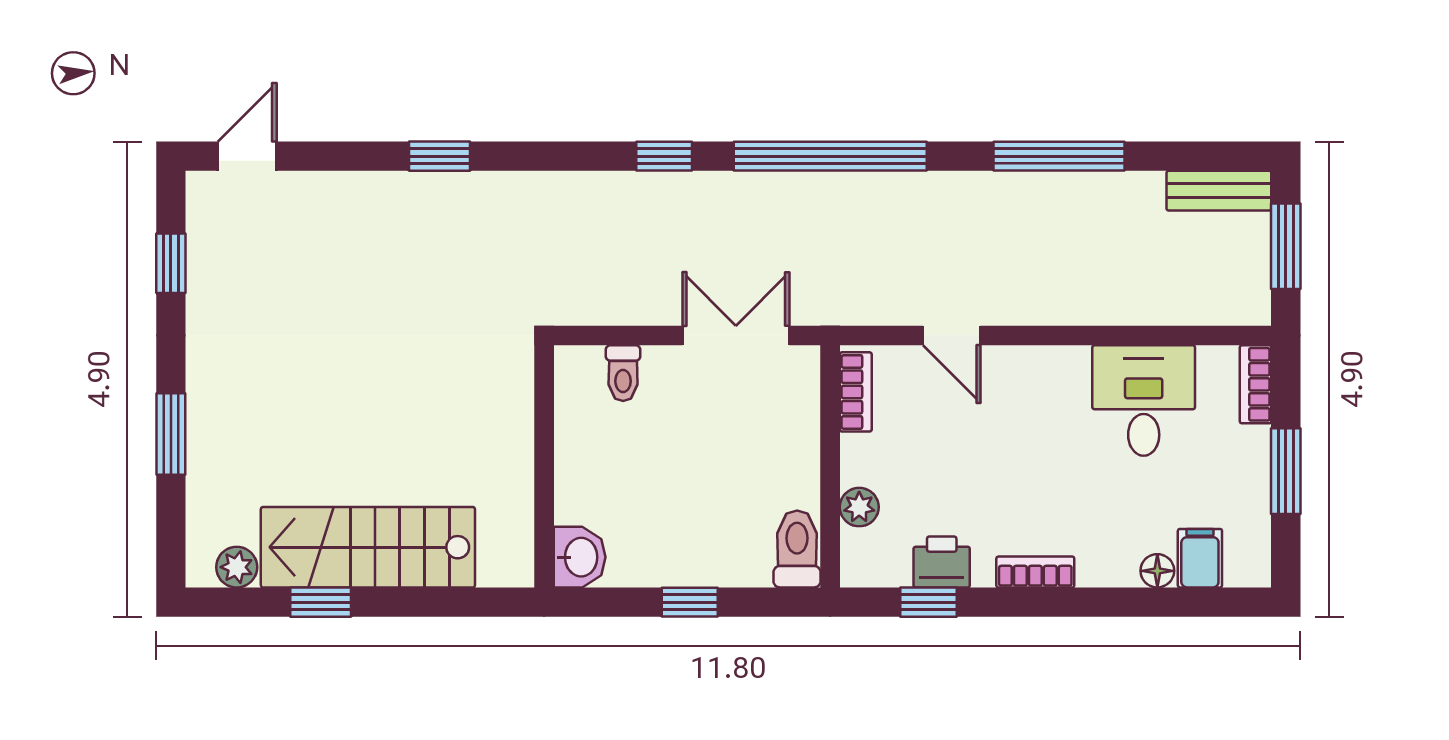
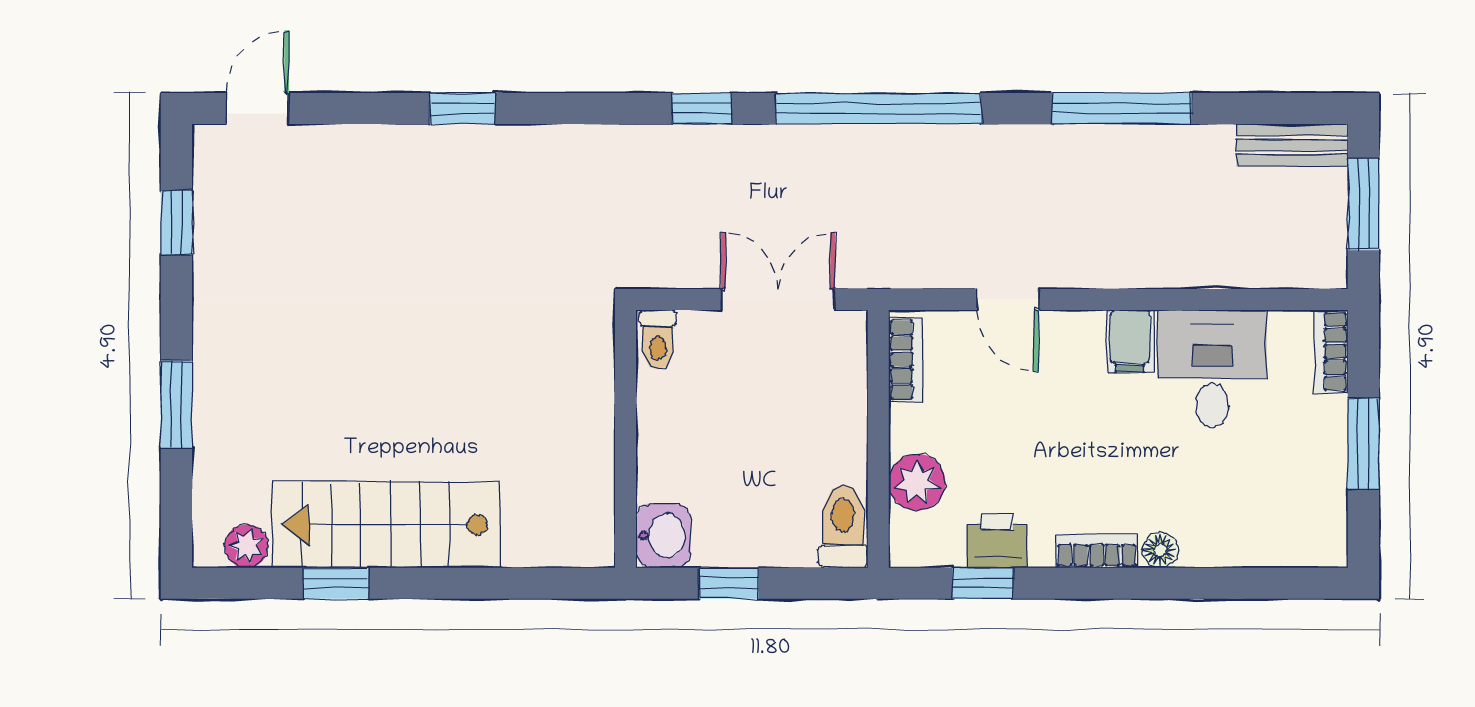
wall: (544, 466) -> (625, 439), moved
plant: (859, 507) -> (917, 482), width x1.38, depth x1.38
washbasin: (580, 557) -> (663, 535), moved
filing cabinet: (1200, 558) -> (1130, 341), moved, turned 180
floor lamp: (1157, 571) -> (1160, 550), moved

